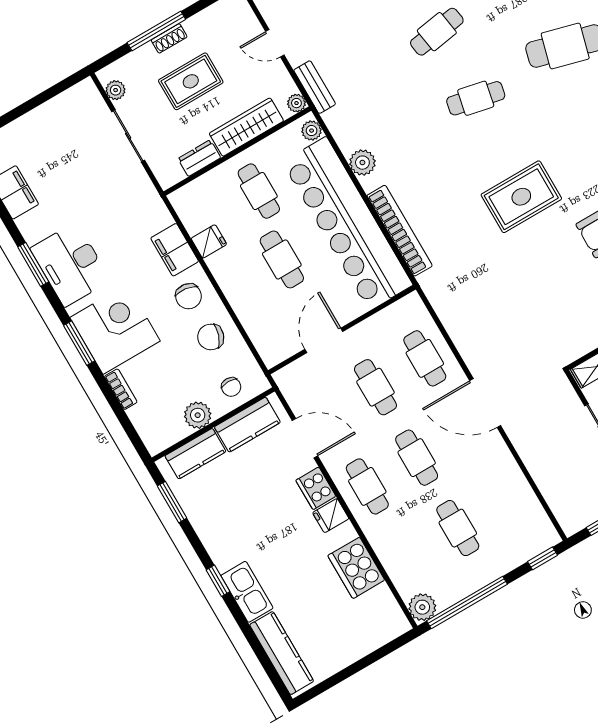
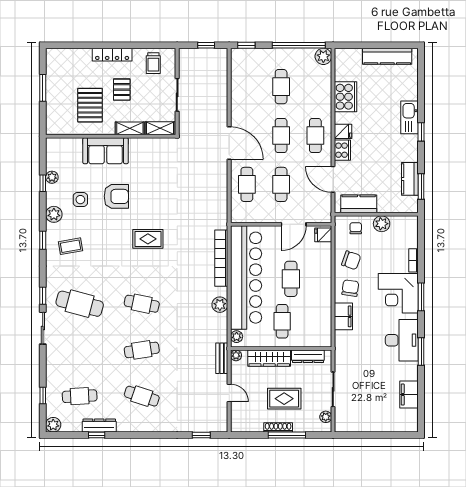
shoe rack: (169, 38) -> (278, 427), width x1.43
dresser: (199, 158) -> (308, 356), width x1.44
rug: (521, 197) -> (148, 239), width x0.73, depth x0.70
fridge: (209, 241) -> (323, 235), moved
kitchen counter: (195, 454) -> (410, 179), moved, turned -90
kitchen counter: (282, 653) -> (387, 56), moved, turned -90

